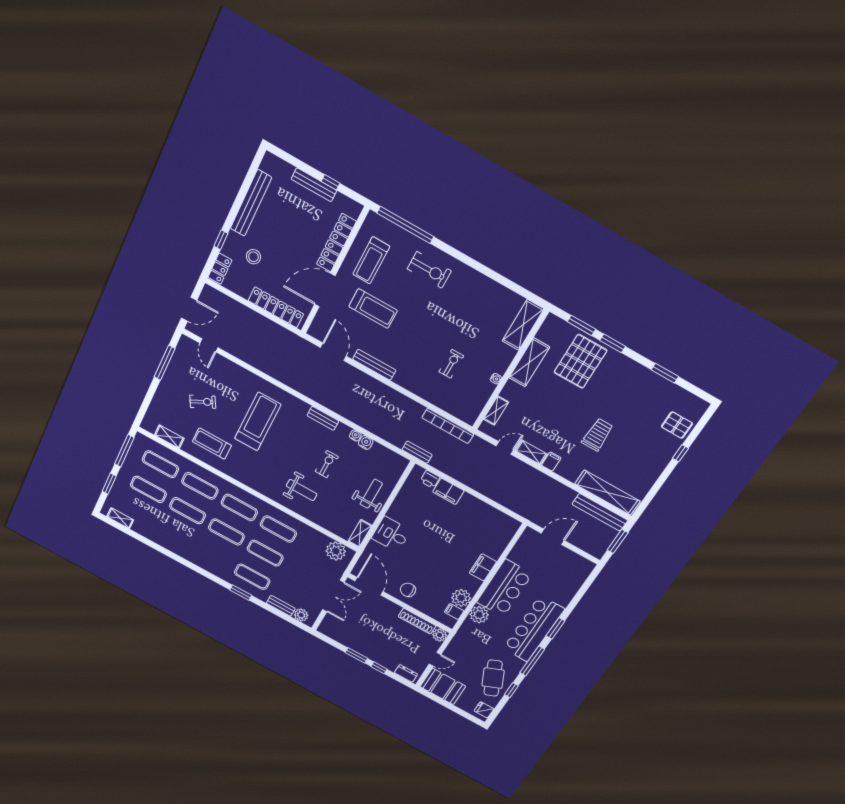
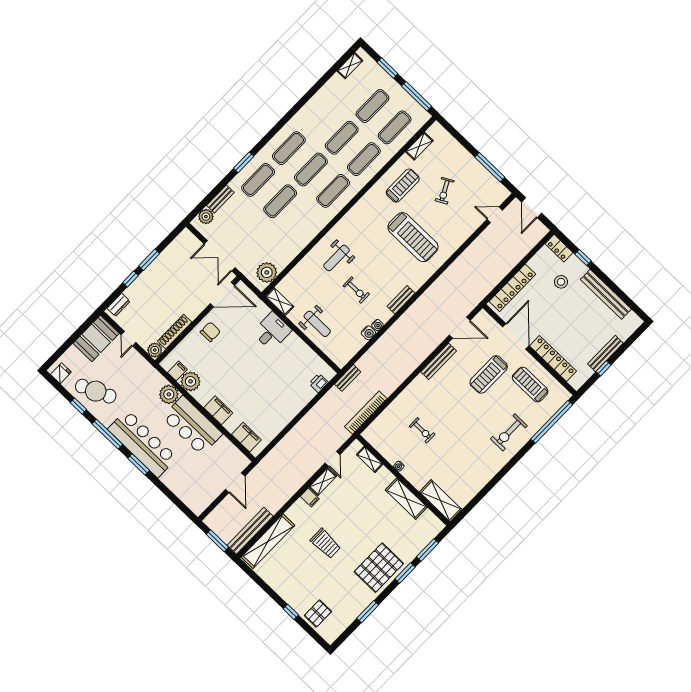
pallet: (580, 361) -> (379, 568), moved, turned 90
filing cabinet: (448, 491) -> (246, 437), moved, turned 90
exercise mat: (278, 529) -> (289, 148), moved

